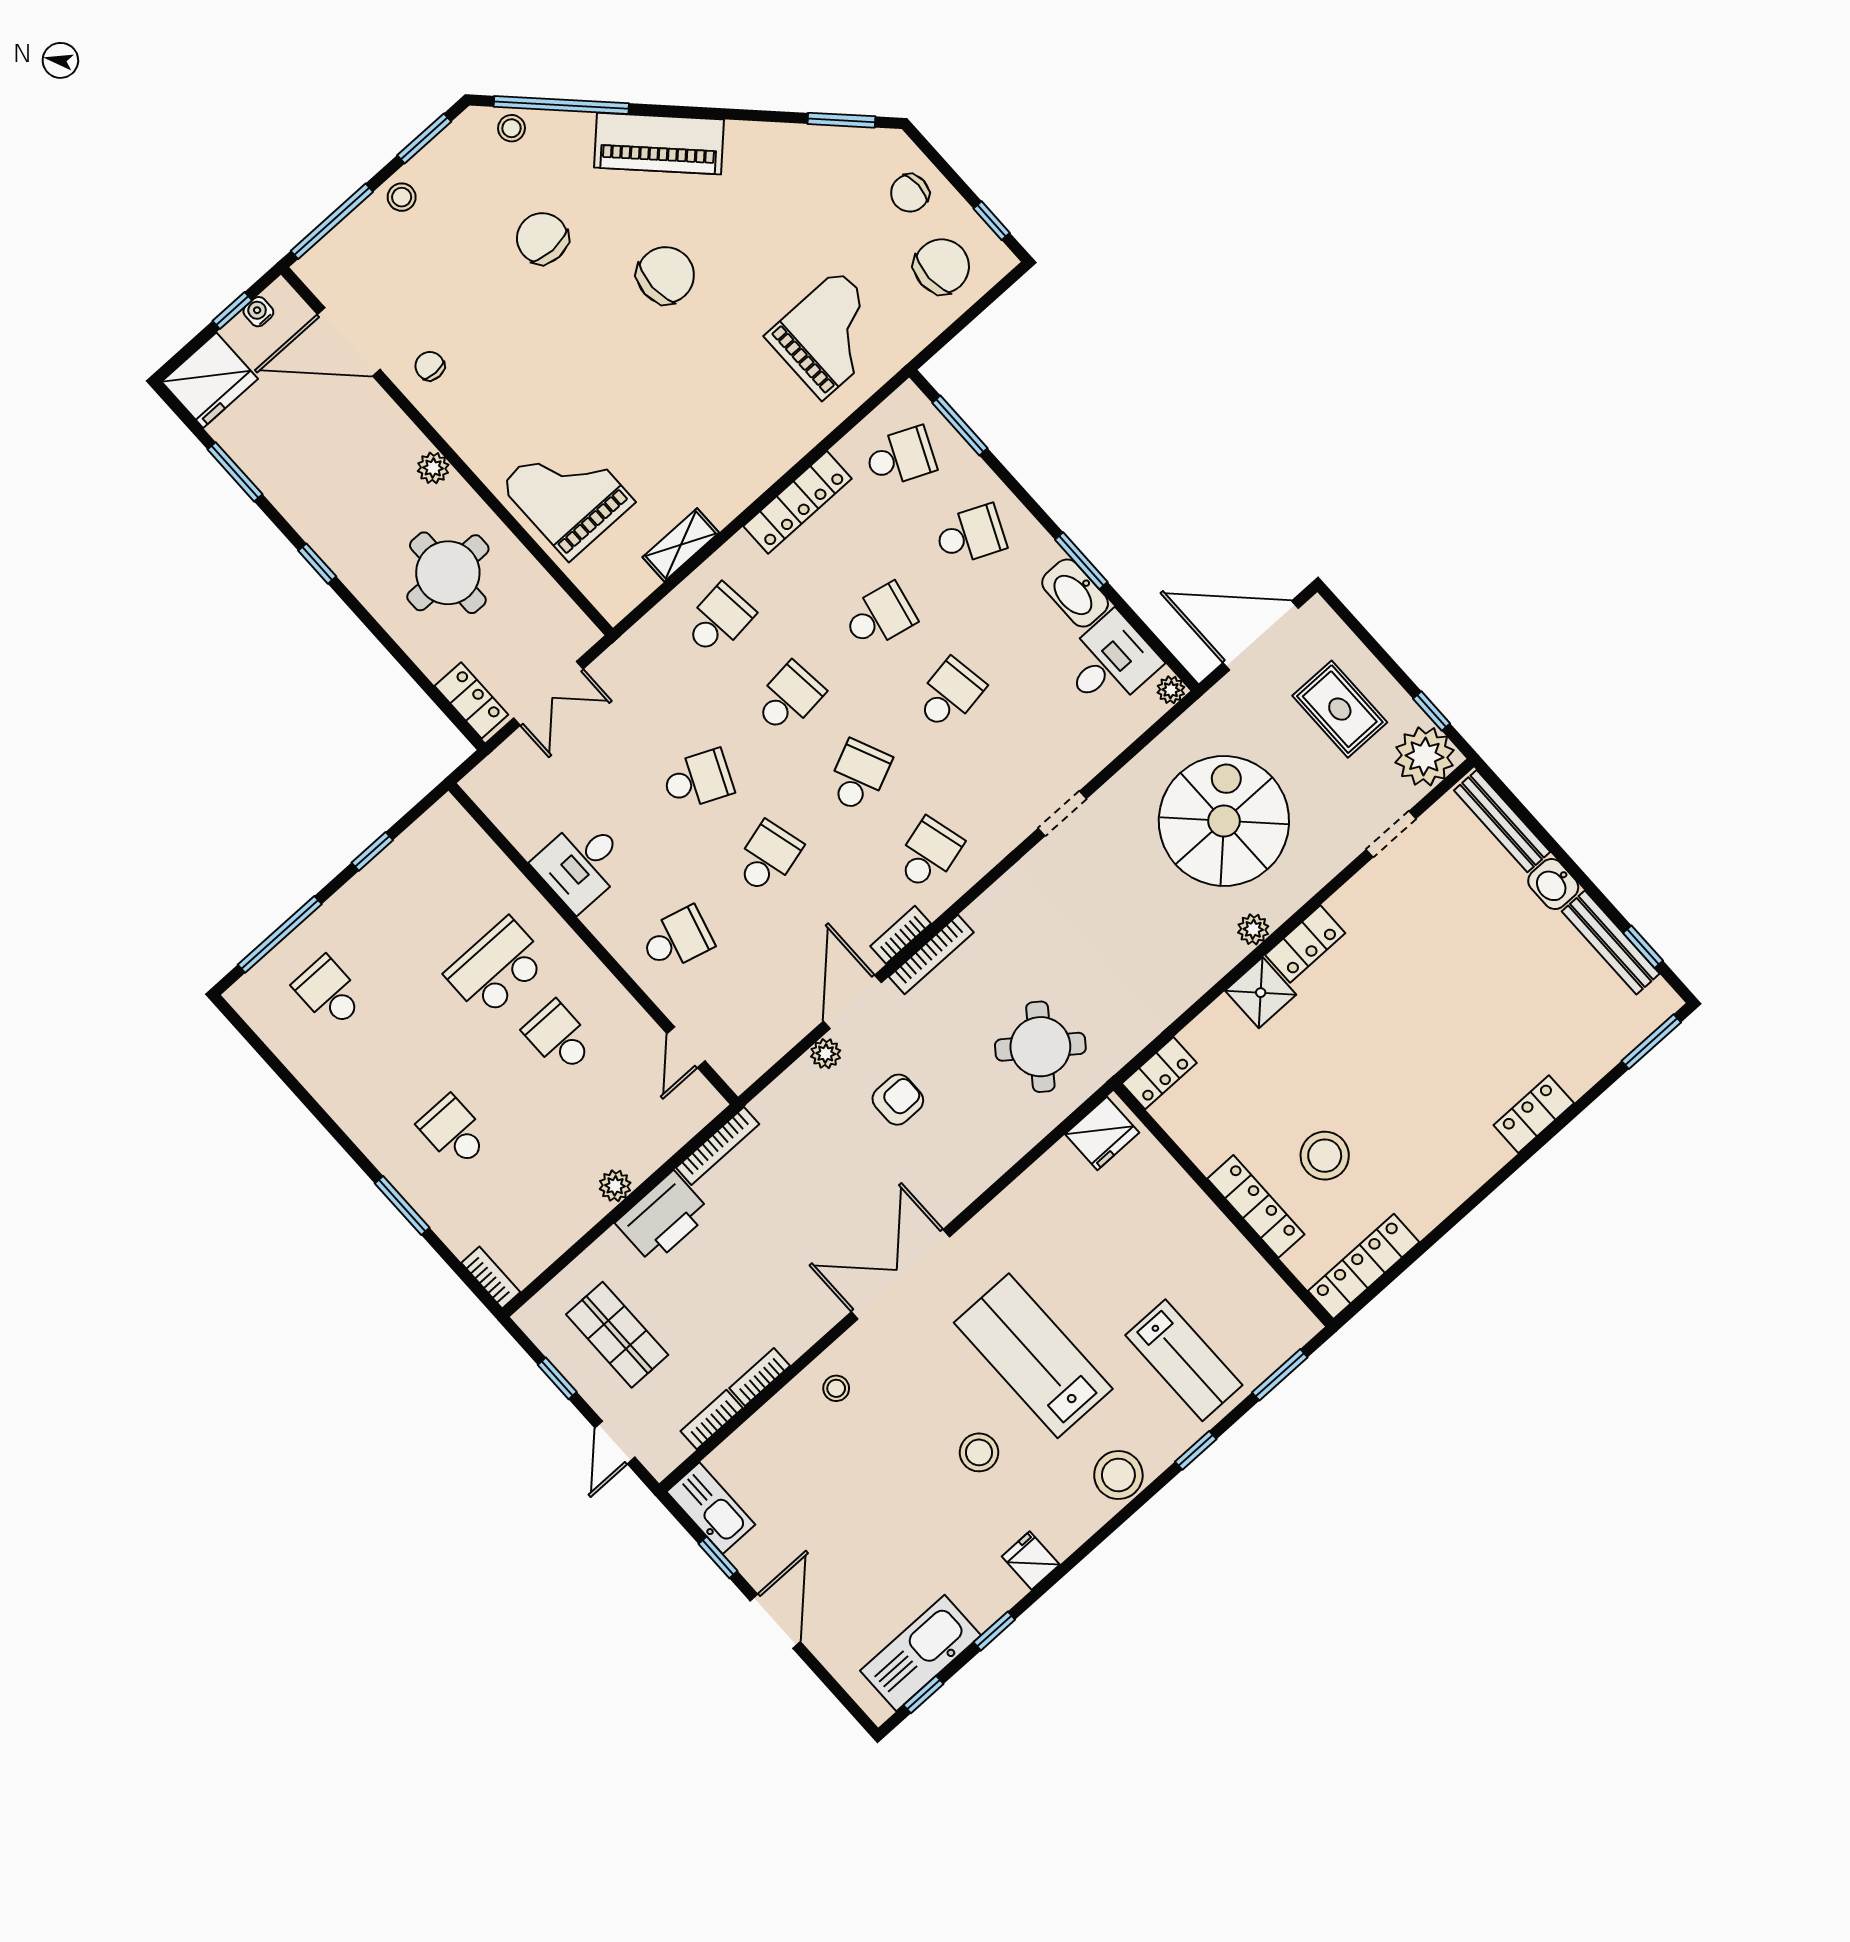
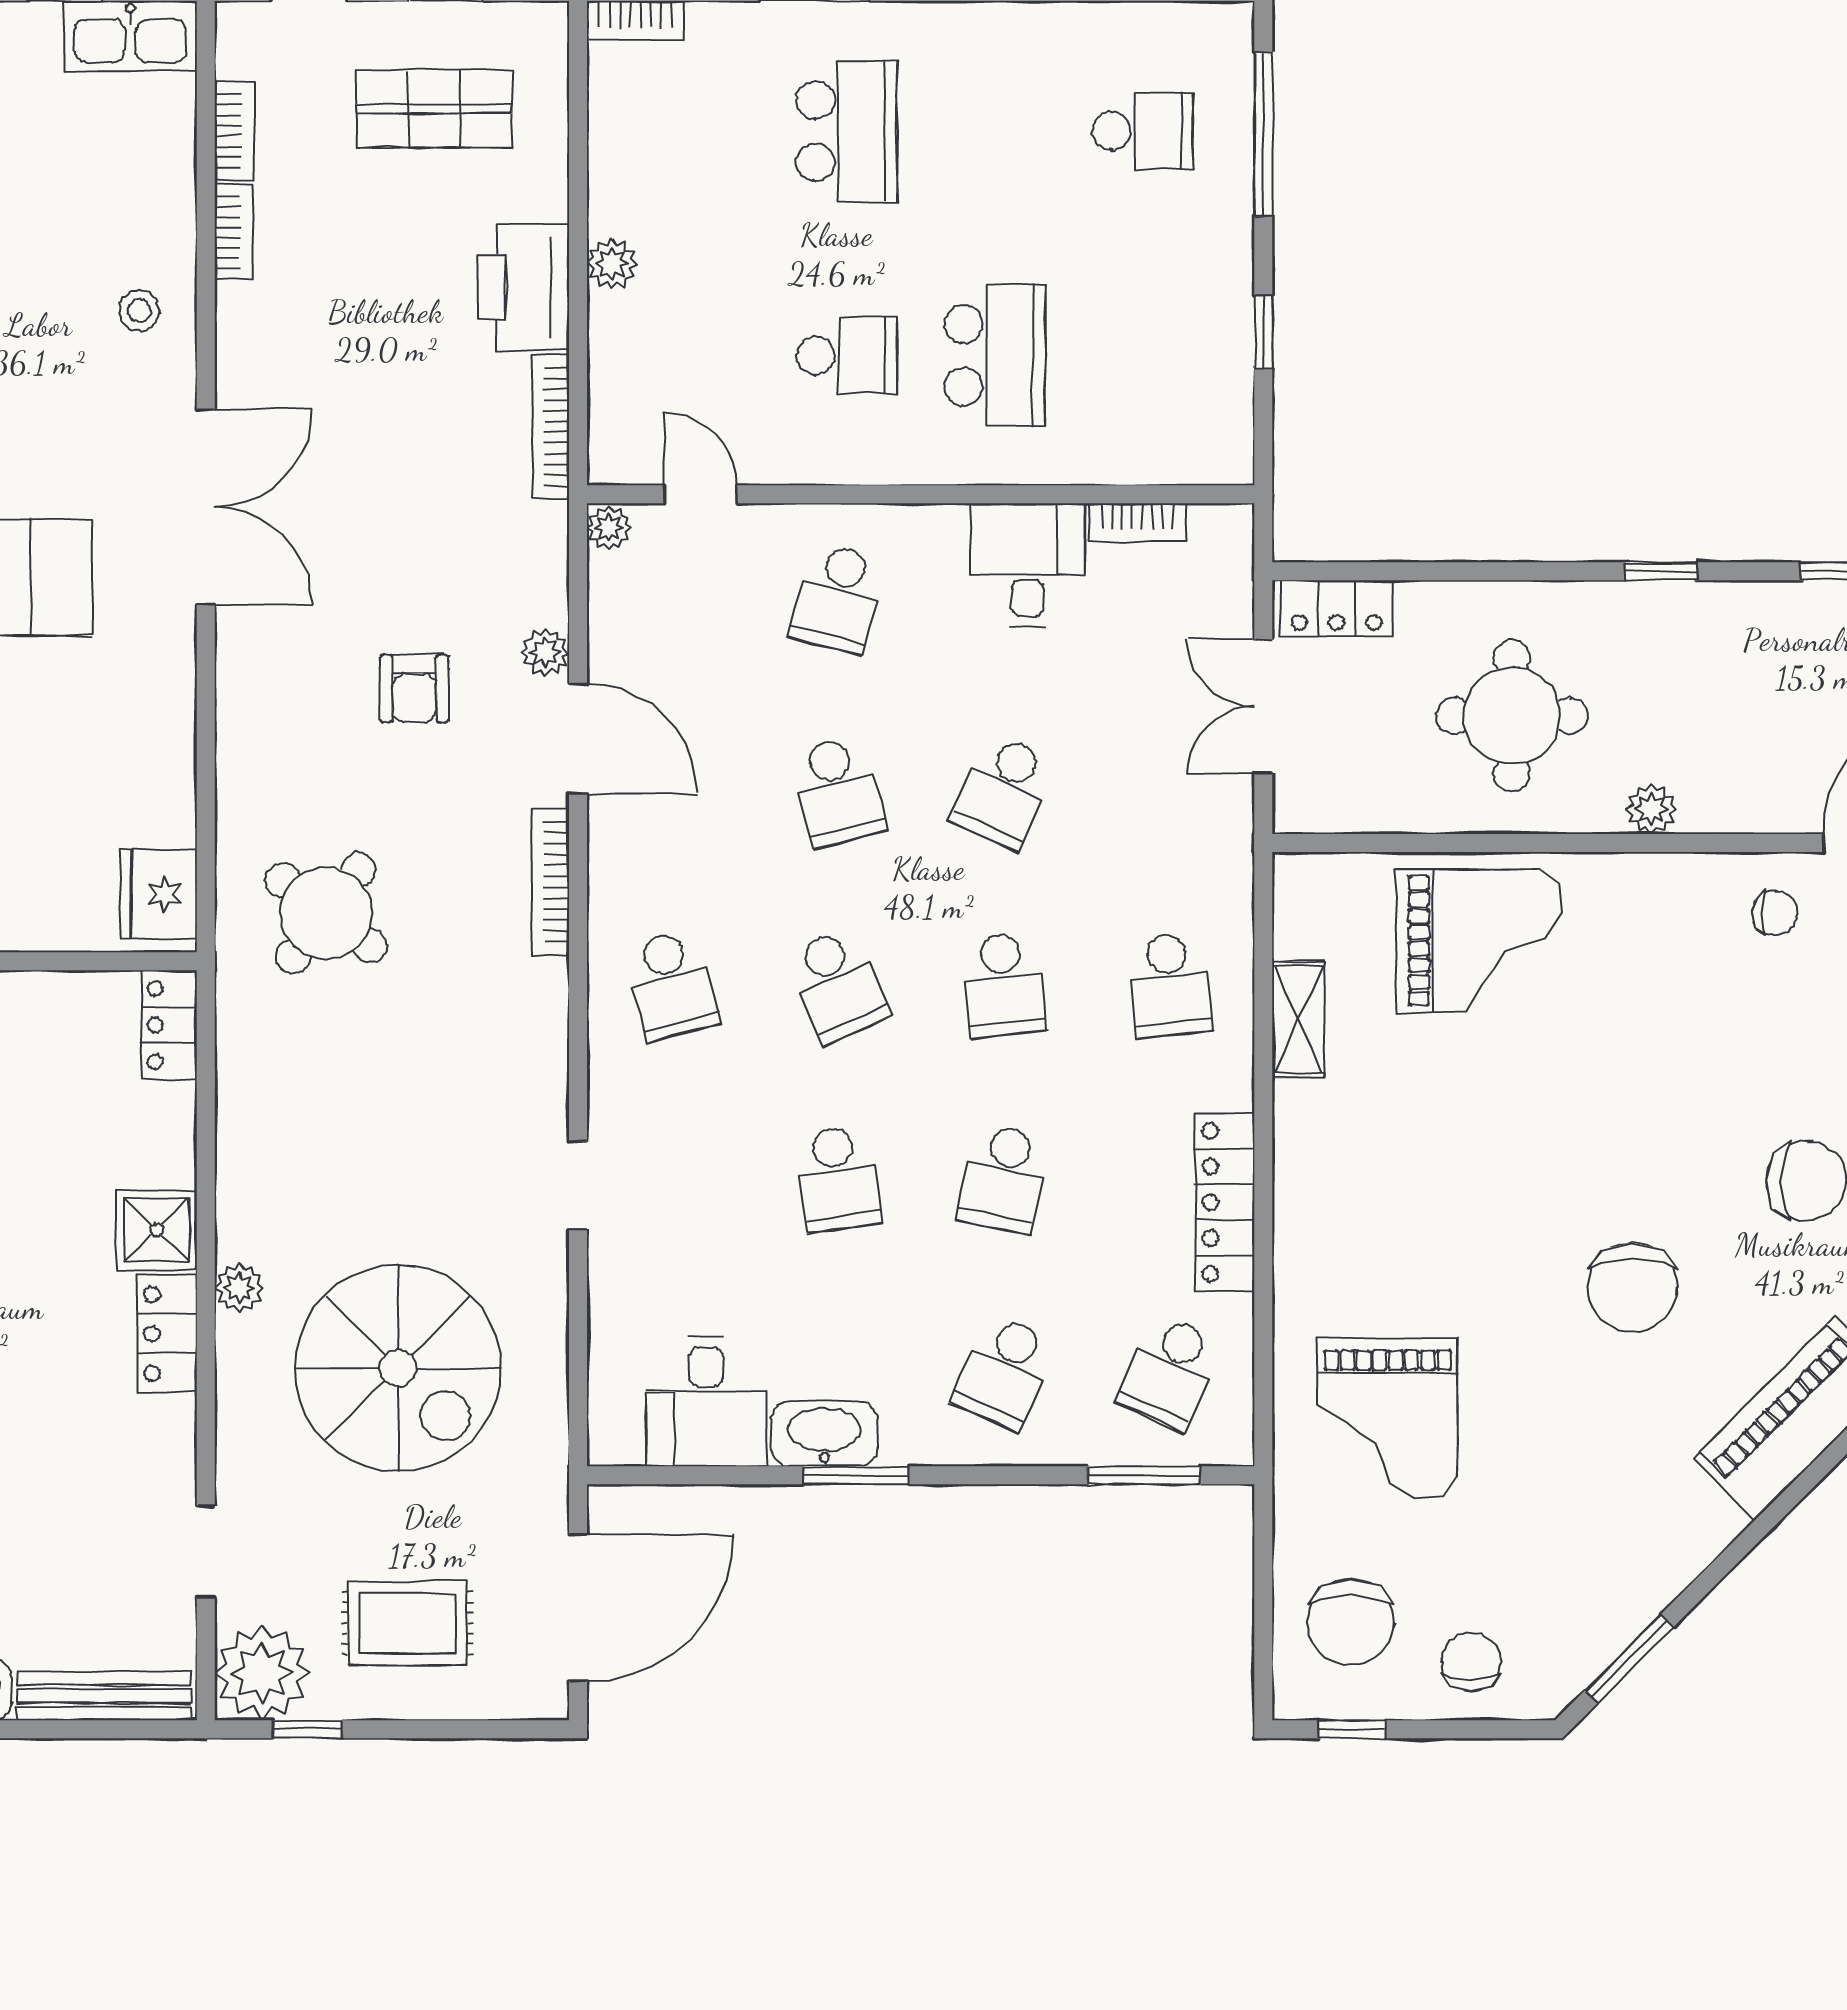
plant: (1171, 690) -> (609, 528), moved
bookcase: (901, 935) -> (1137, 522), moved, turned 90
school desk: (454, 1132) -> (847, 131), width x1.85

